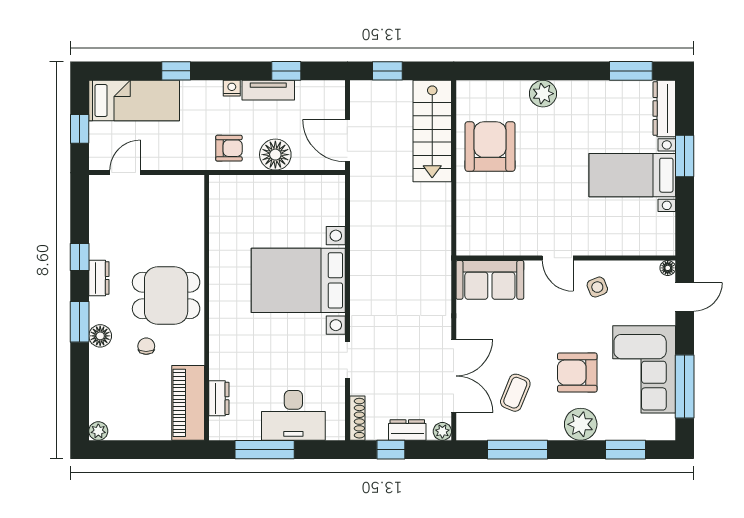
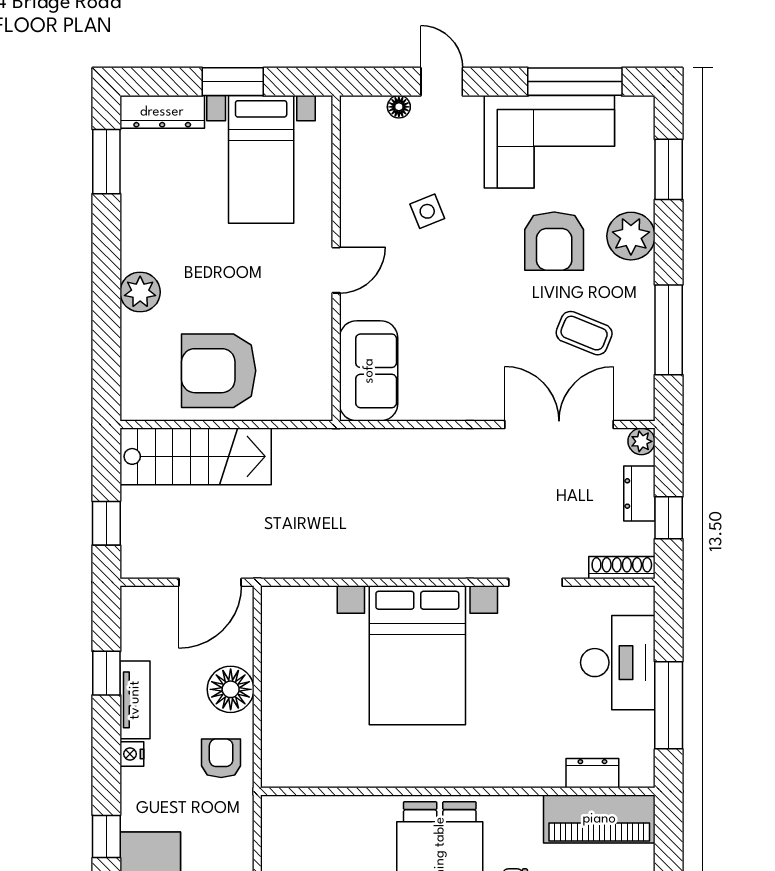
door: (558, 258) -> (336, 270), moved
wall: (566, 258) -> (336, 258), moved
sofa: (490, 280) -> (369, 371), moved

